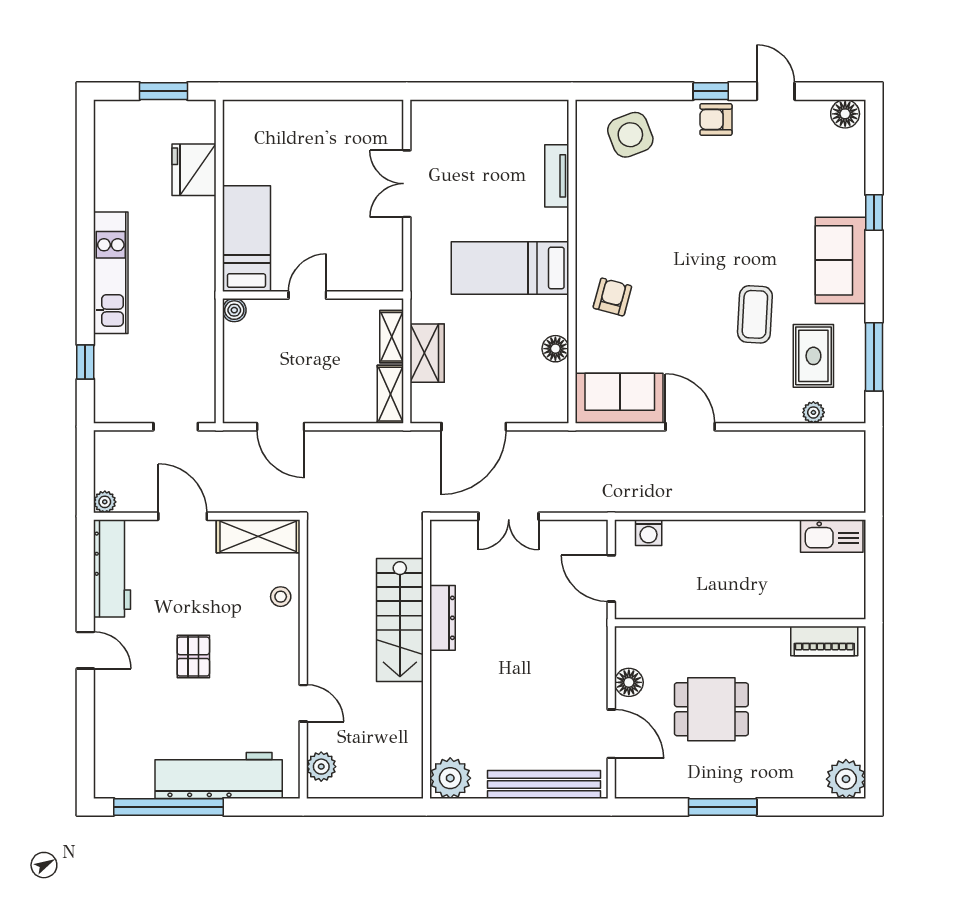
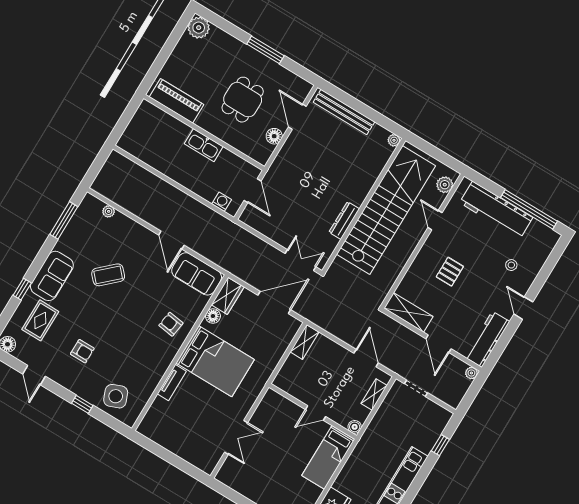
window: (711, 91) -> (82, 404), moved
armchair: (716, 119) -> (82, 351), moved
tv unit: (557, 176) -> (172, 383), moved
bed: (510, 268) -> (215, 361), width x1.50
armchair: (612, 297) -> (171, 324), turned 83
coffee table: (755, 314) -> (108, 275), turned 44
shelving: (392, 337) -> (374, 395), moved
wardrobe: (427, 353) -> (228, 296), moved, turned 180
rug: (813, 356) -> (40, 320), moved
double door: (509, 516) -> (301, 260), moved
kitchen sink: (832, 536) -> (204, 145), moved, turned 180
stool: (281, 597) -> (511, 265), moved
stairs: (400, 620) -> (386, 210), width x1.86, depth x1.51
piano: (824, 641) -> (176, 101), width x1.37, depth x1.33
pallet: (193, 657) -> (450, 272), moved
dining table: (711, 709) -> (243, 100), turned 90
plant: (450, 778) -> (394, 140), width x0.53, depth x0.53

